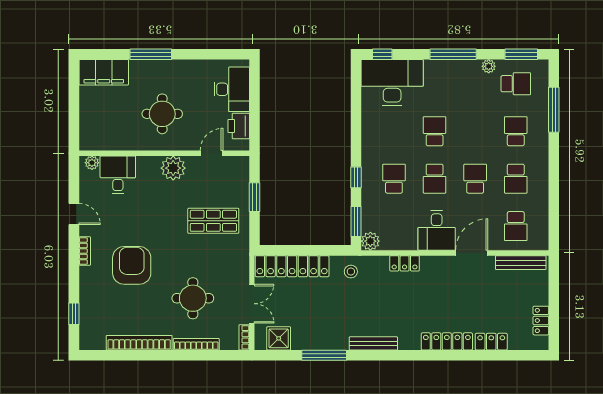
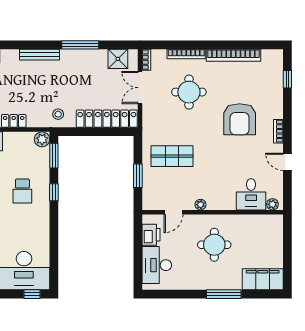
plant: (173, 168) -> (201, 205), width x0.53, depth x0.53

